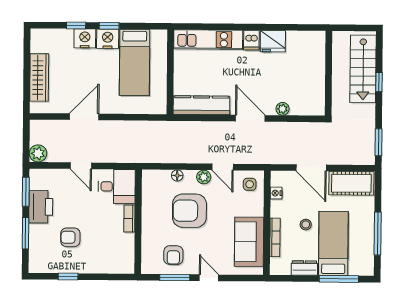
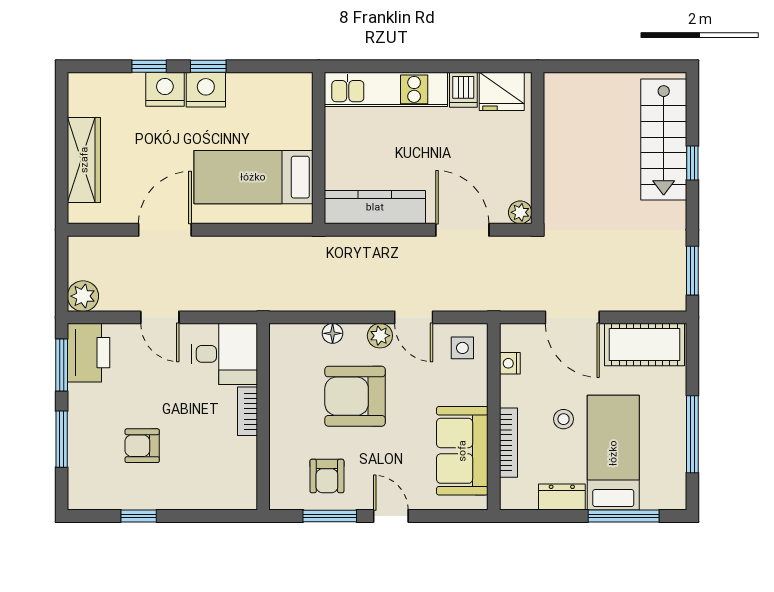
bed: (135, 62) -> (253, 177), moved, turned 90
wall: (328, 73) -> (538, 148), moved
printer: (41, 207) -> (89, 353), moved

